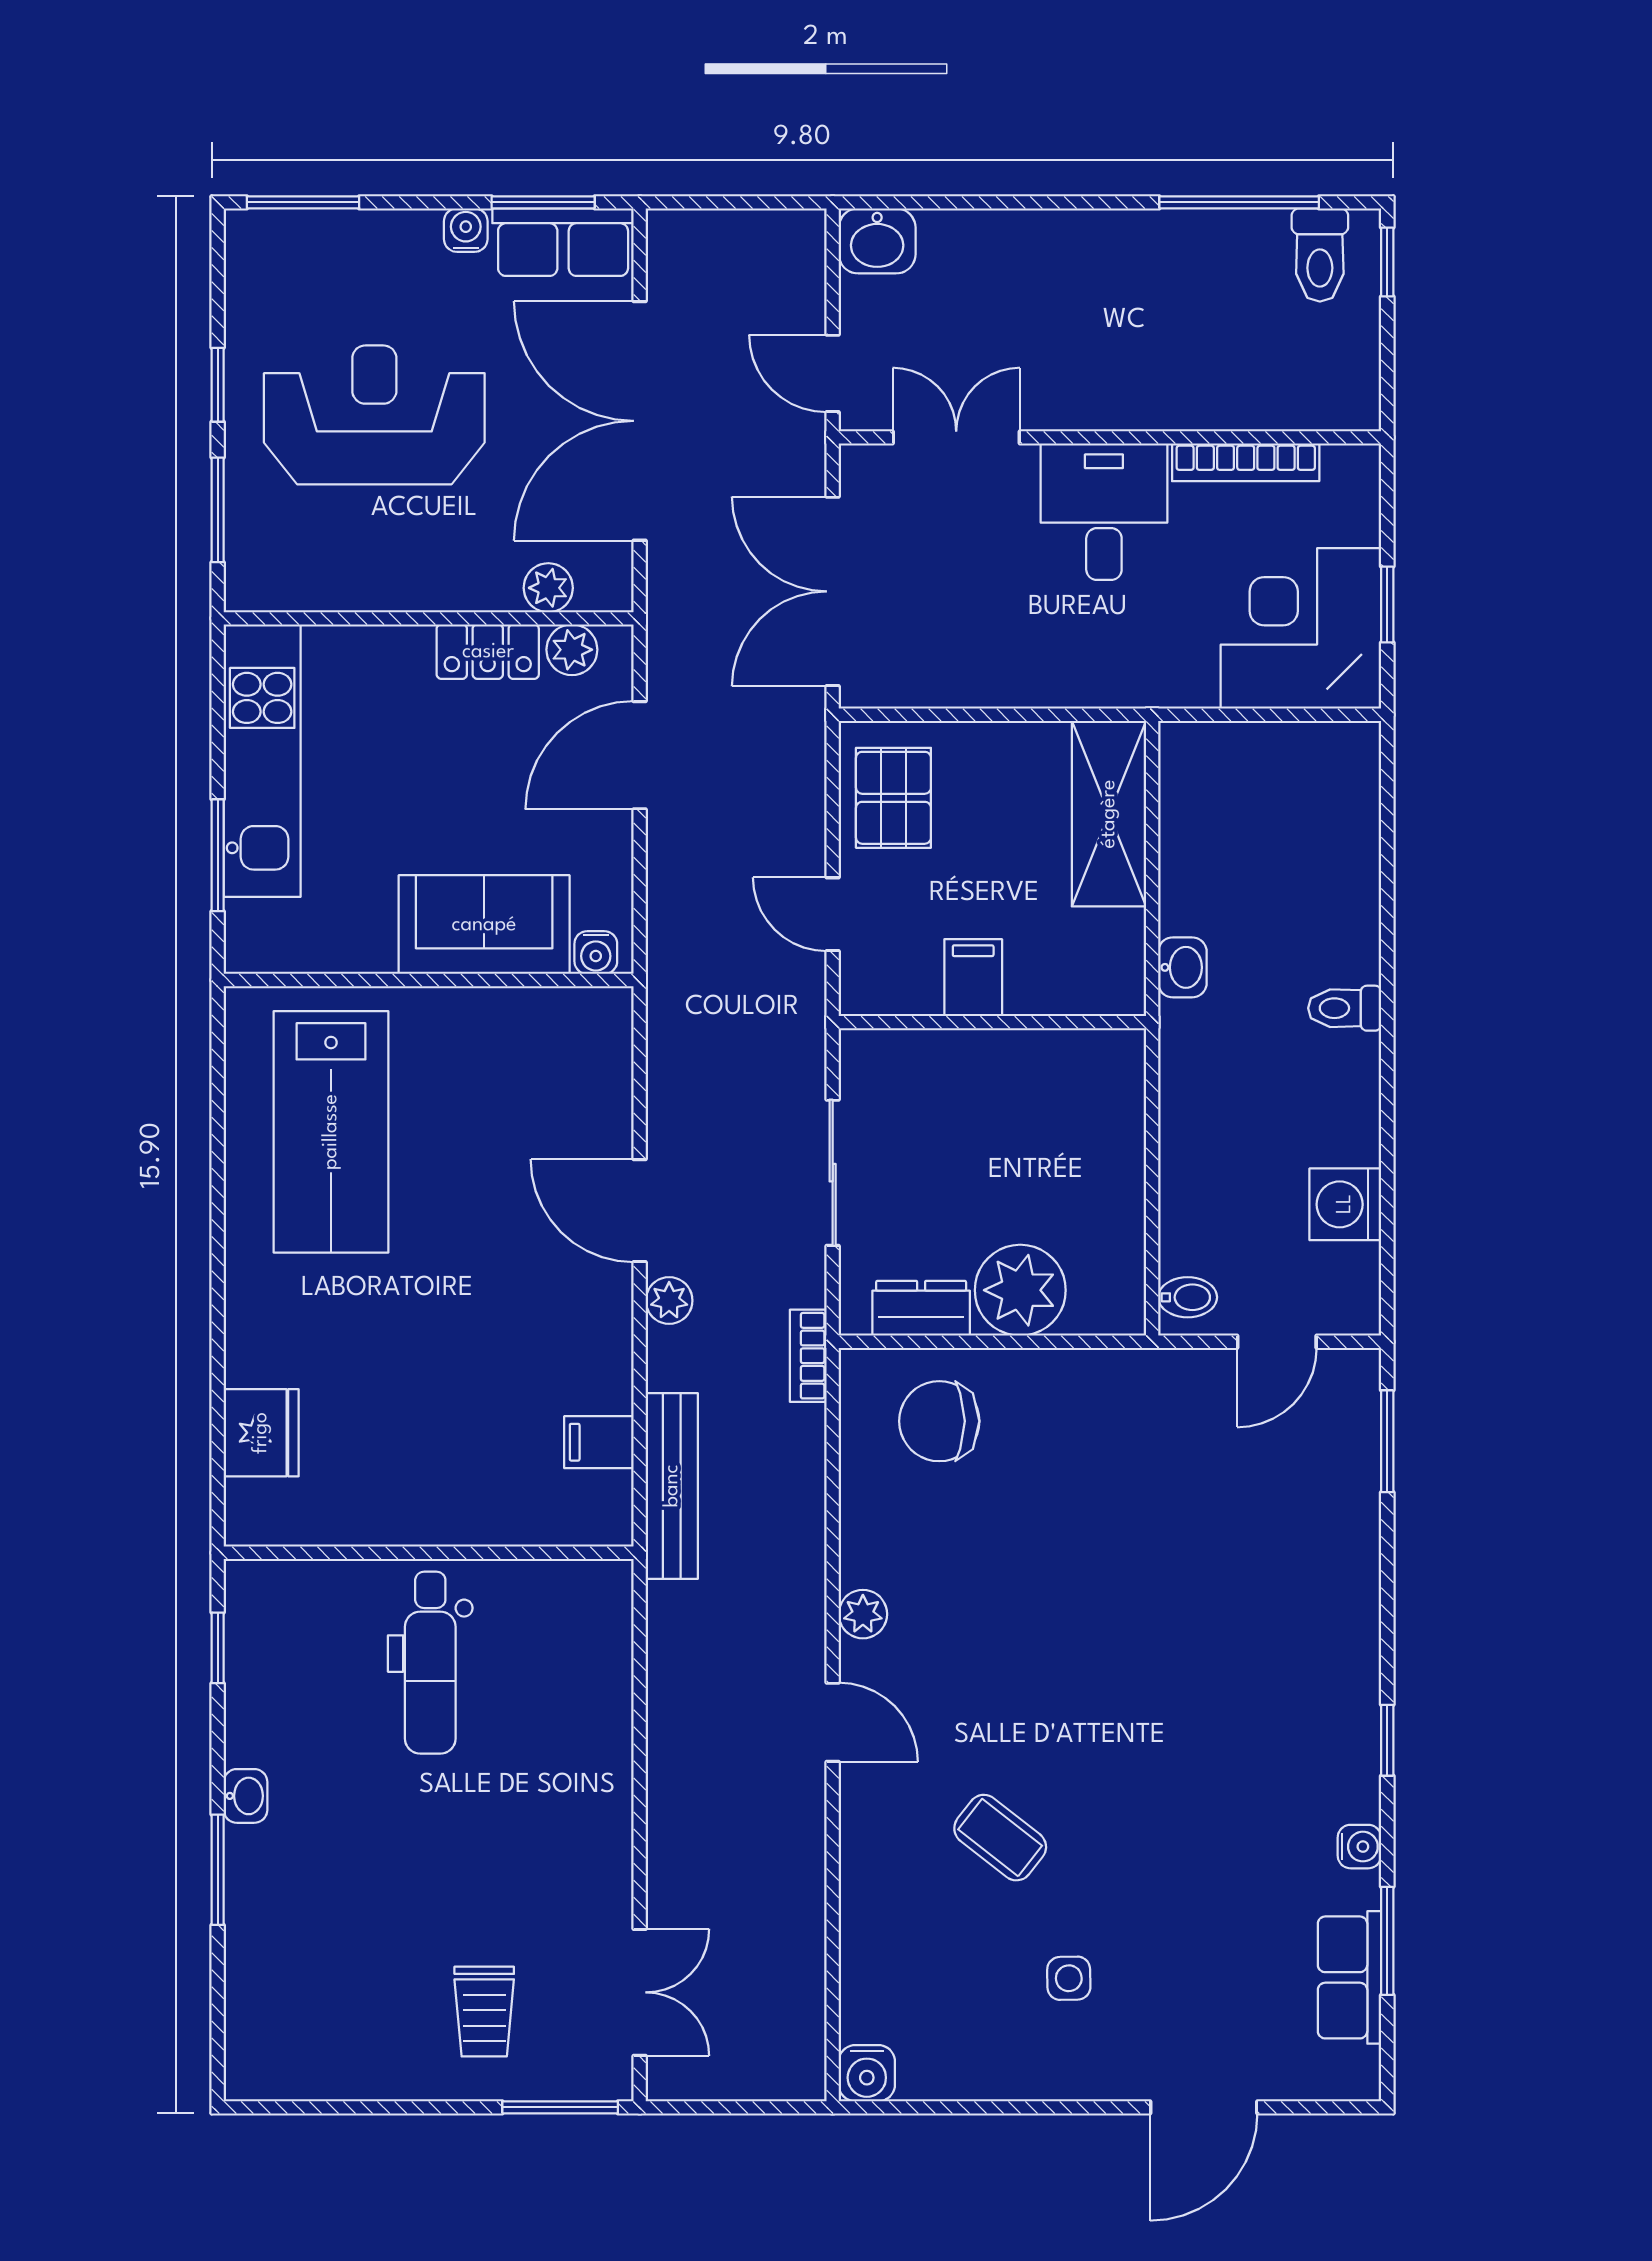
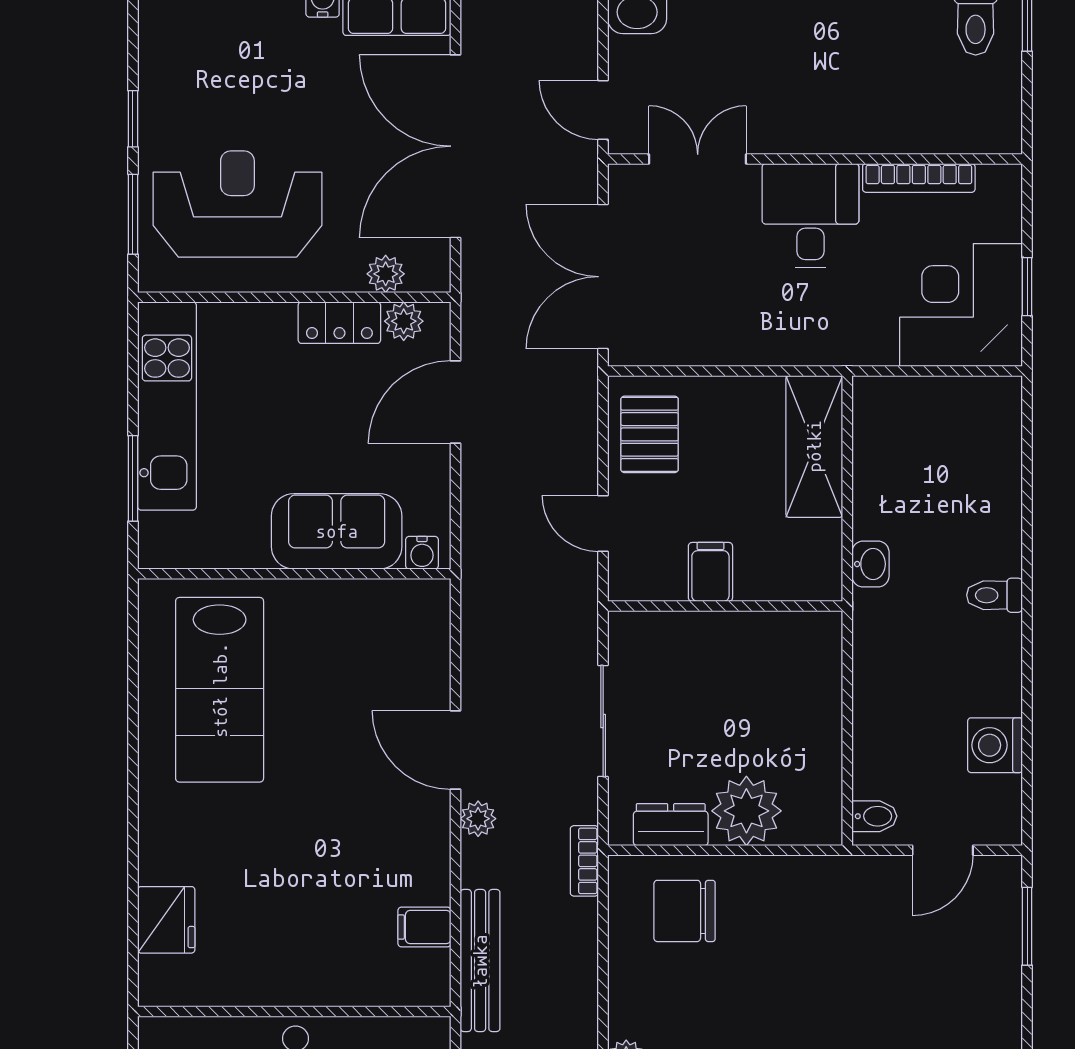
reception desk: (374, 415) -> (237, 204), moved

